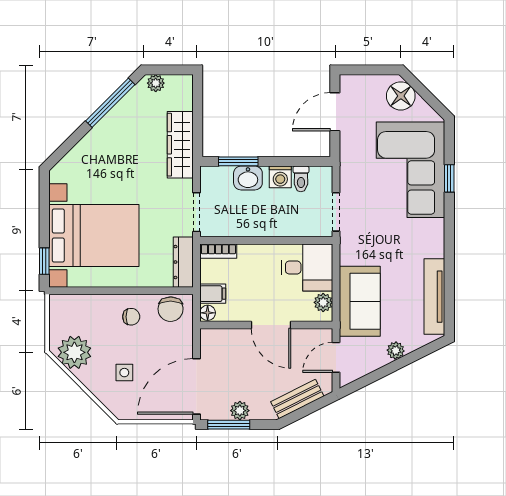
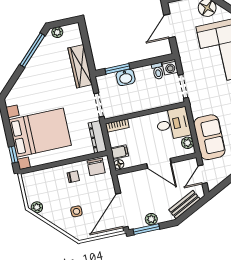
washing machine: (280, 177) -> (170, 67), moved
plant: (74, 352) -> (37, 207), width x0.53, depth x0.53

